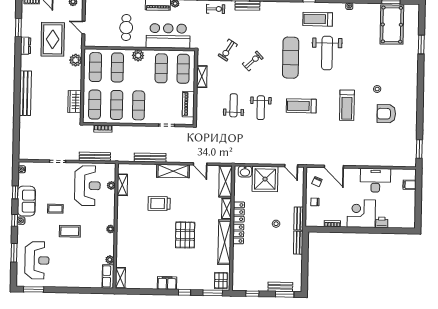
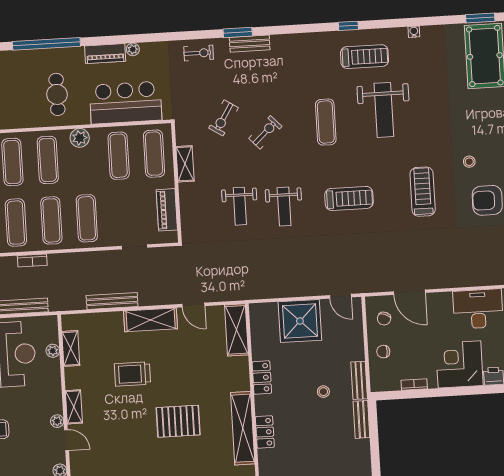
treadmill: (318, 19) -> (364, 57), turned 180
exercise mat: (291, 58) -> (326, 122), width x0.73, depth x0.69
weight bench: (234, 105) -> (240, 206), turned 180
treadmill: (347, 105) -> (423, 192), turned 180
treadmill: (301, 106) -> (349, 198), turned 180
washbasin: (245, 172) -> (267, 312), removed
shelving: (227, 209) -> (74, 407), moved
locker: (238, 234) -> (265, 432), moved
pallet: (185, 235) -> (178, 421), turned 90
door: (115, 241) -> (67, 440), added

